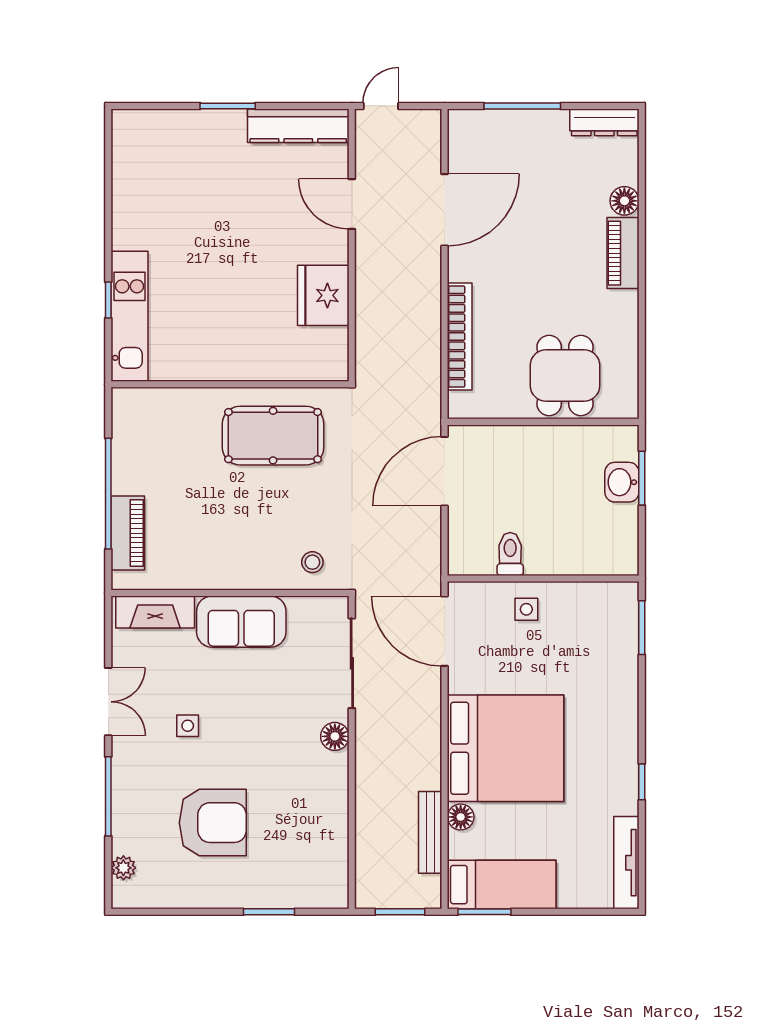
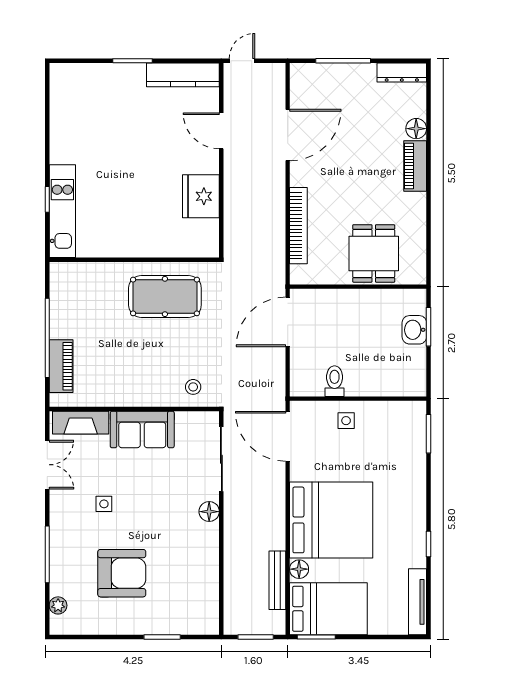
double door: (108, 702) -> (47, 465), moved
bed: (502, 885) -> (328, 609), width x1.50

